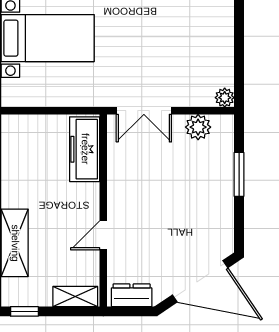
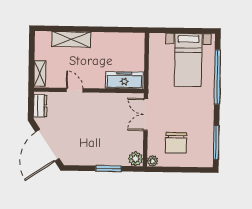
chair: (193, 57) -> (176, 143), added
plant: (198, 127) -> (136, 159), moved
window: (24, 311) -> (32, 44), removed

